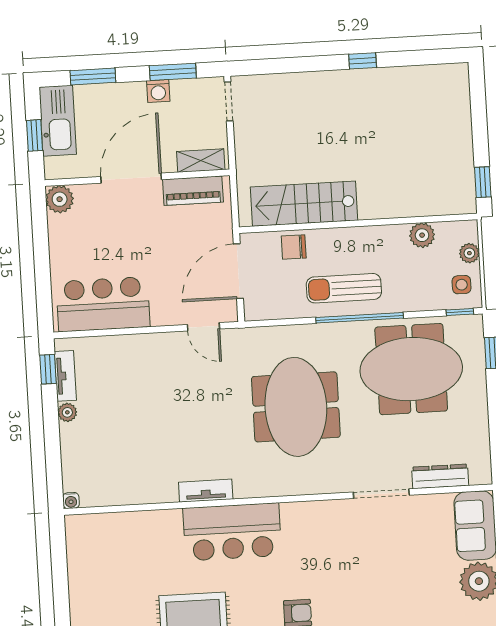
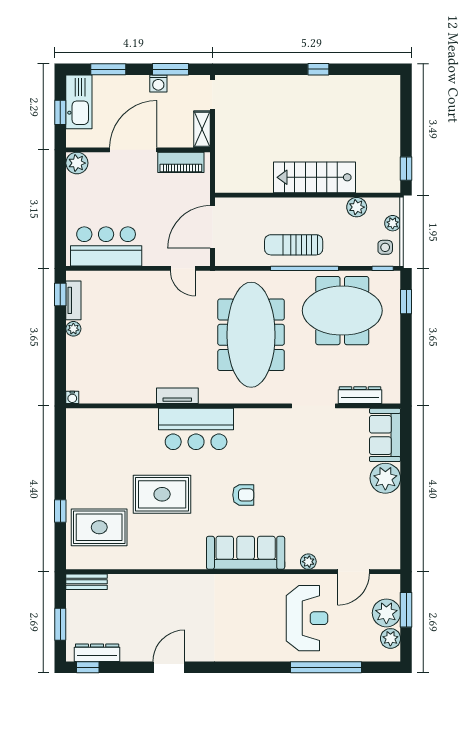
shelving: (201, 161) -> (202, 129), moved, turned 90
stairs: (304, 204) -> (315, 177), moved
chair: (294, 247) -> (257, 211), removed
meeting table: (296, 407) -> (251, 335), width x1.36

